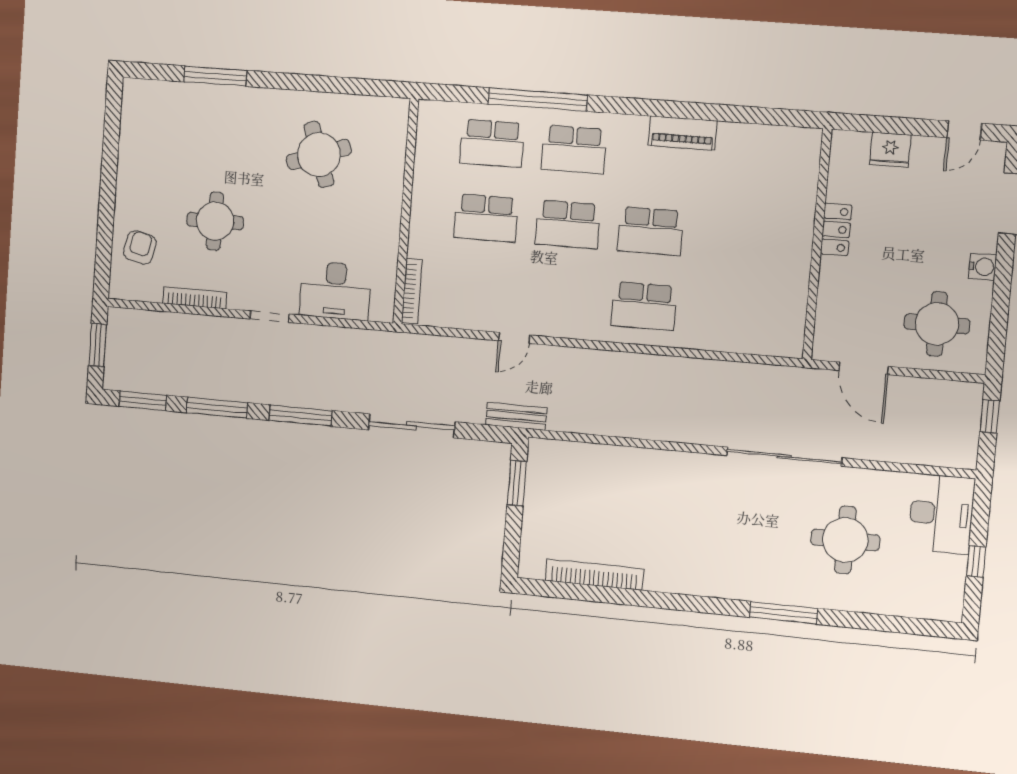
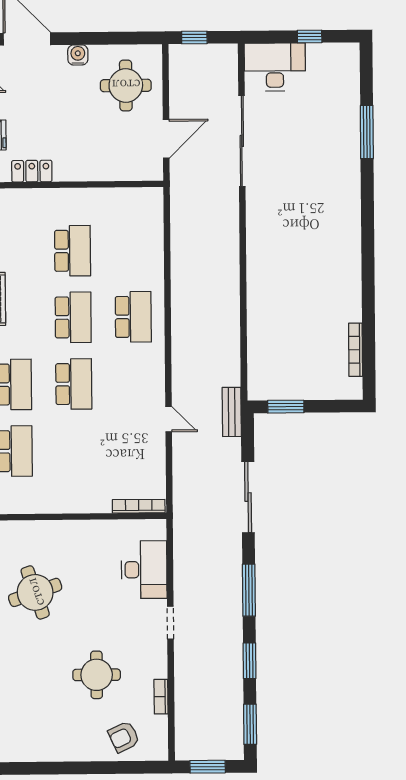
school desk: (486, 218) -> (73, 251), moved
locker: (836, 229) -> (32, 171), moved
armchair: (140, 247) -> (124, 737), turned -38
bookcase: (195, 298) -> (161, 697), width x0.64
window: (217, 408) -> (250, 661), width x0.69
sliding door: (784, 457) -> (242, 141), moved
round table: (845, 540) -> (304, 140), removed
bookcase: (594, 575) -> (356, 350), width x0.68, depth x0.76
window: (783, 613) -> (367, 132), moved

